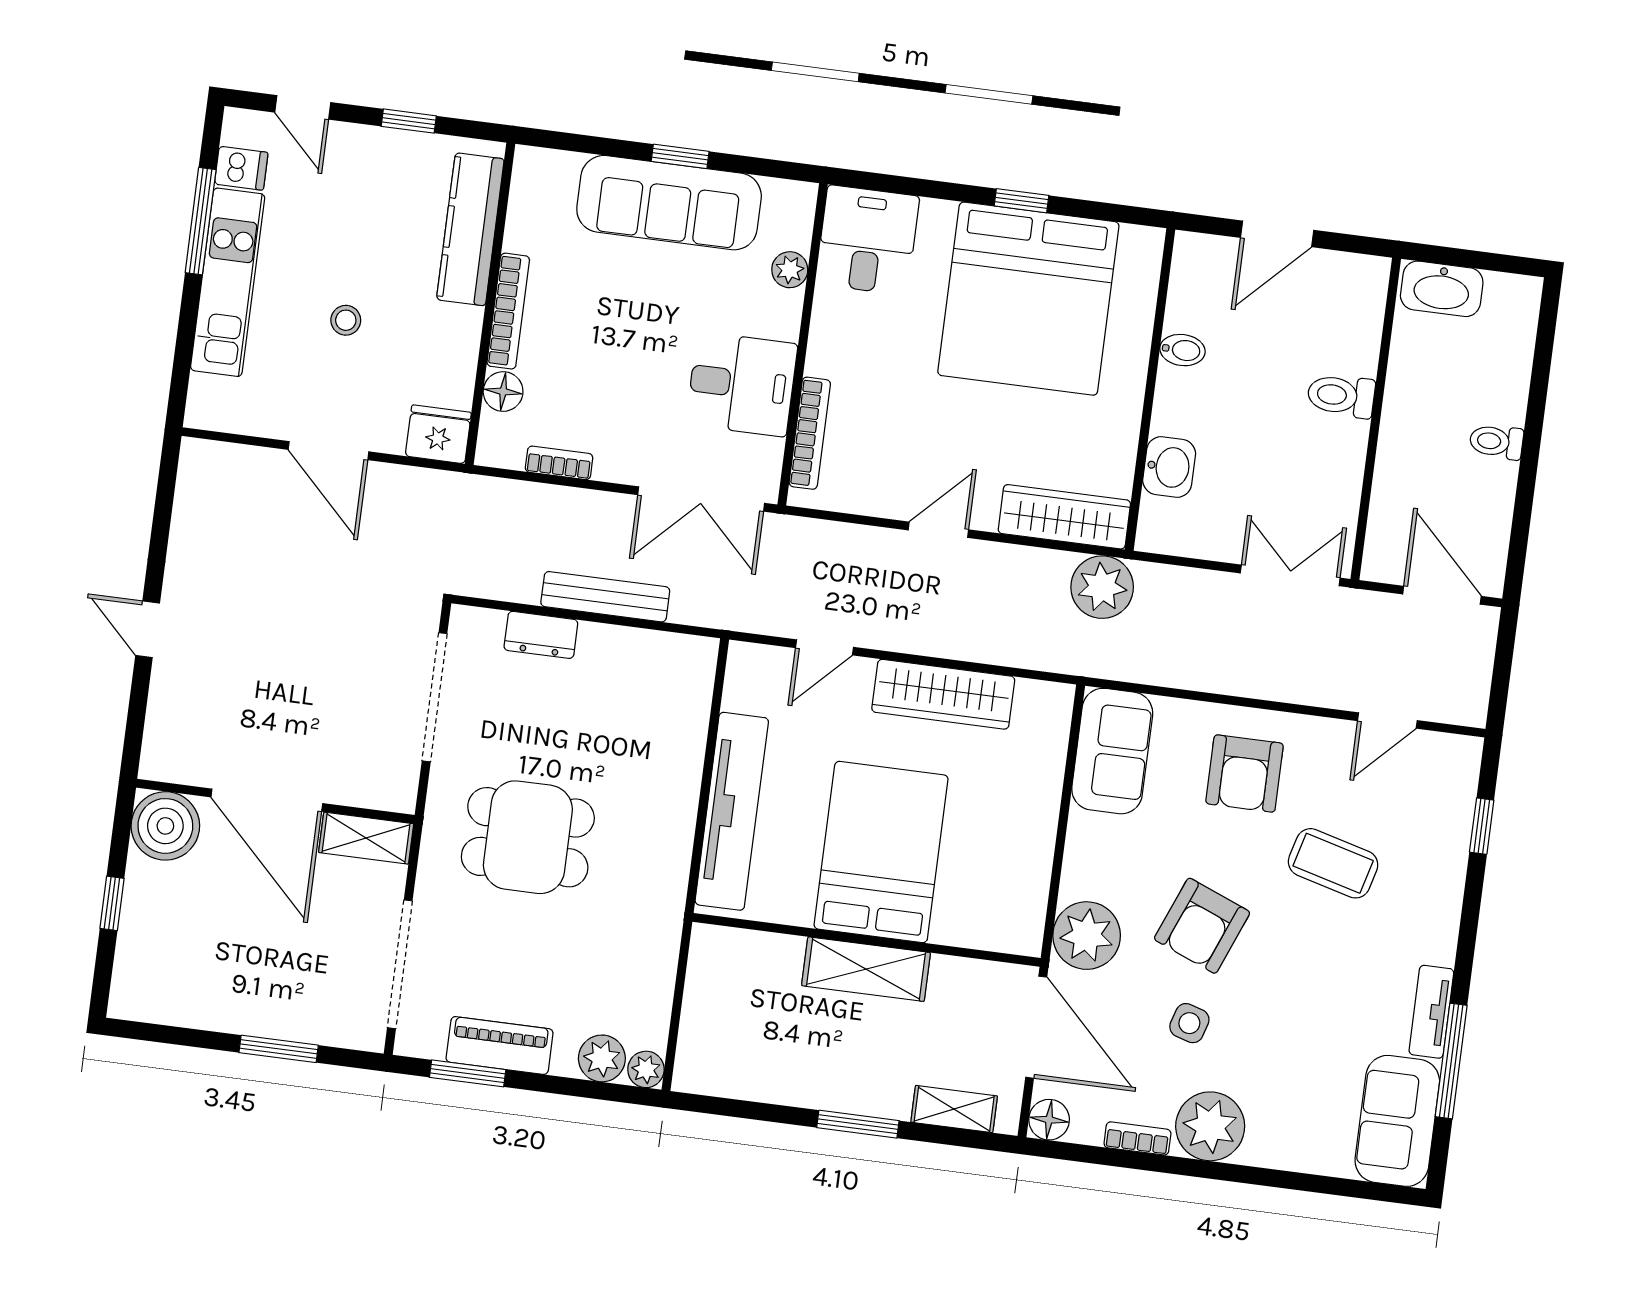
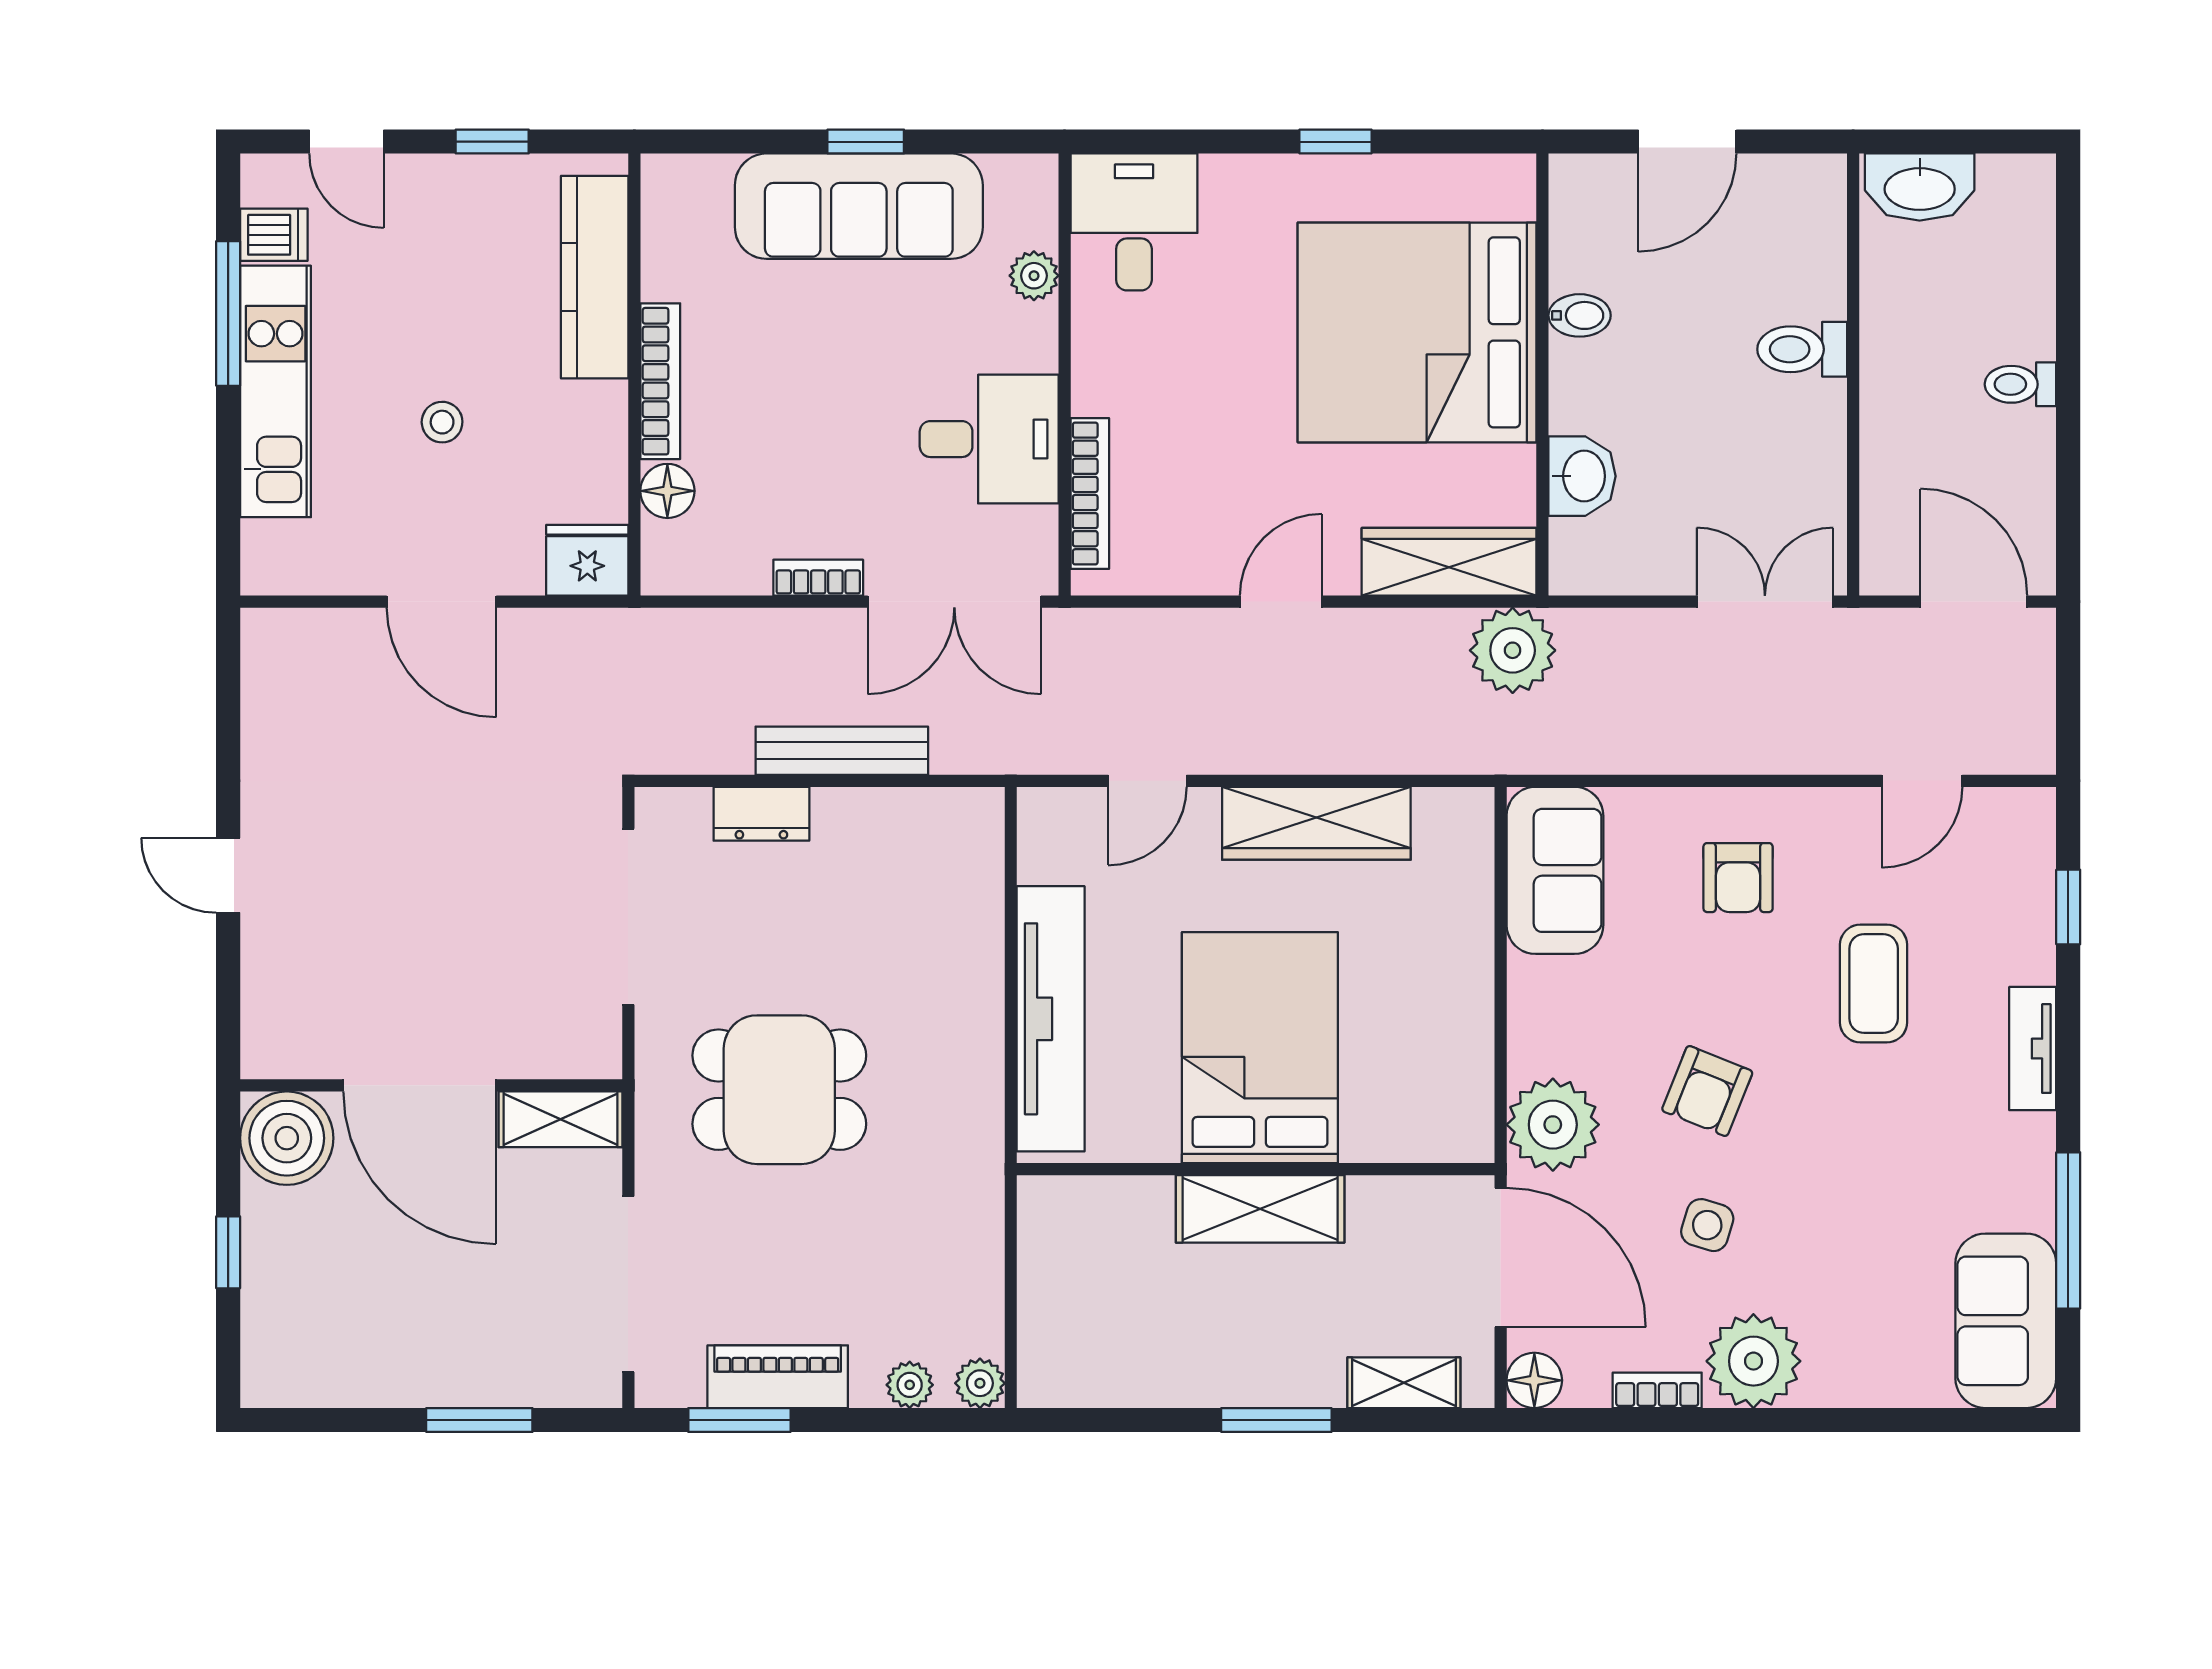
bed: (1028, 299) -> (1417, 332), moved, turned 90
bookcase: (559, 463) -> (818, 578), moved
armchair: (1245, 773) -> (1738, 878), width x0.72, depth x0.72
coffee table: (1333, 863) -> (1874, 984), turned 75
armchair: (1202, 926) -> (1707, 1091), width x0.72, depth x0.72
tv unit: (1431, 1012) -> (2033, 1049), moved
plant: (602, 1058) -> (910, 1385), width x0.73, depth x0.73

